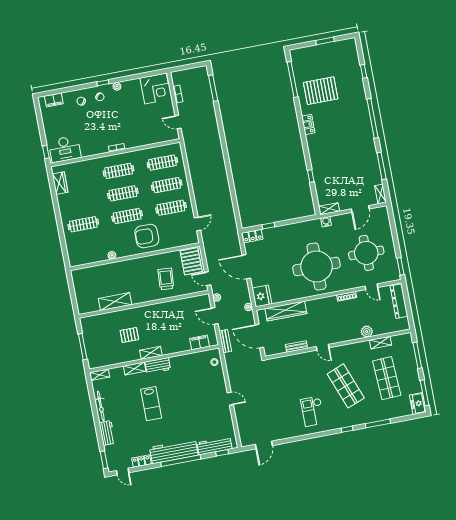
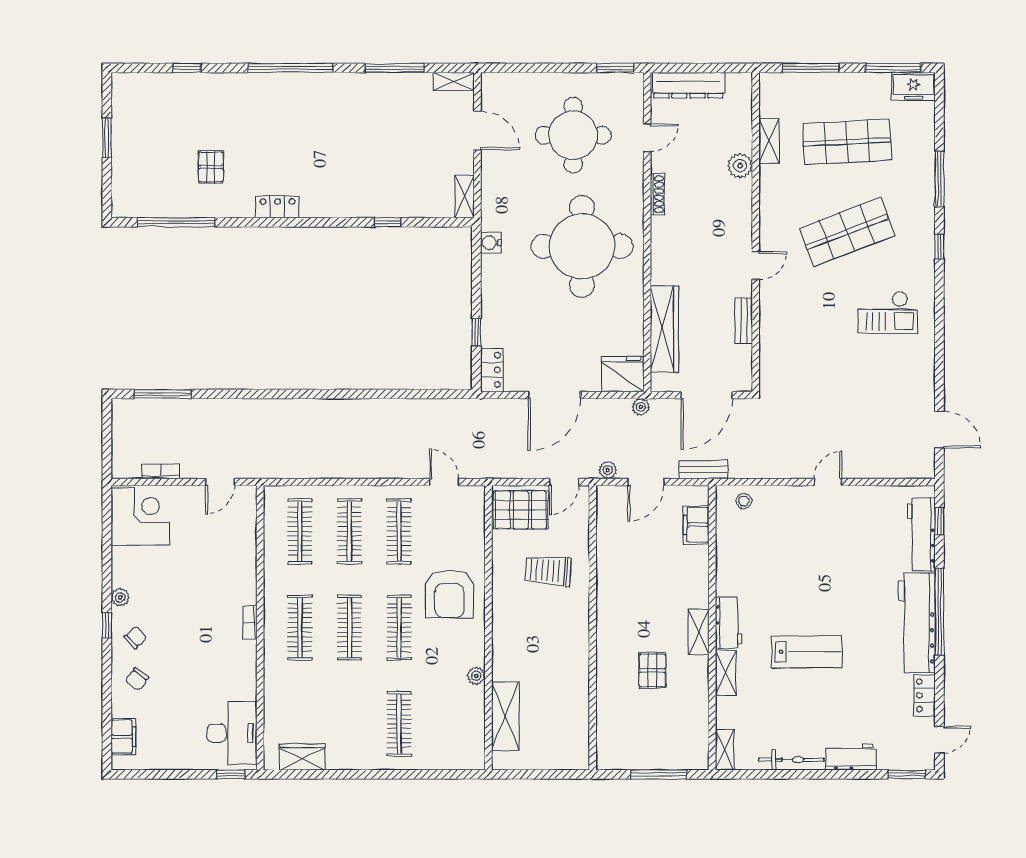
pallet: (321, 91) -> (211, 167), width x0.49, depth x0.50
water cooler: (326, 222) -> (491, 243), moved
shelving: (115, 302) -> (505, 716), moved

